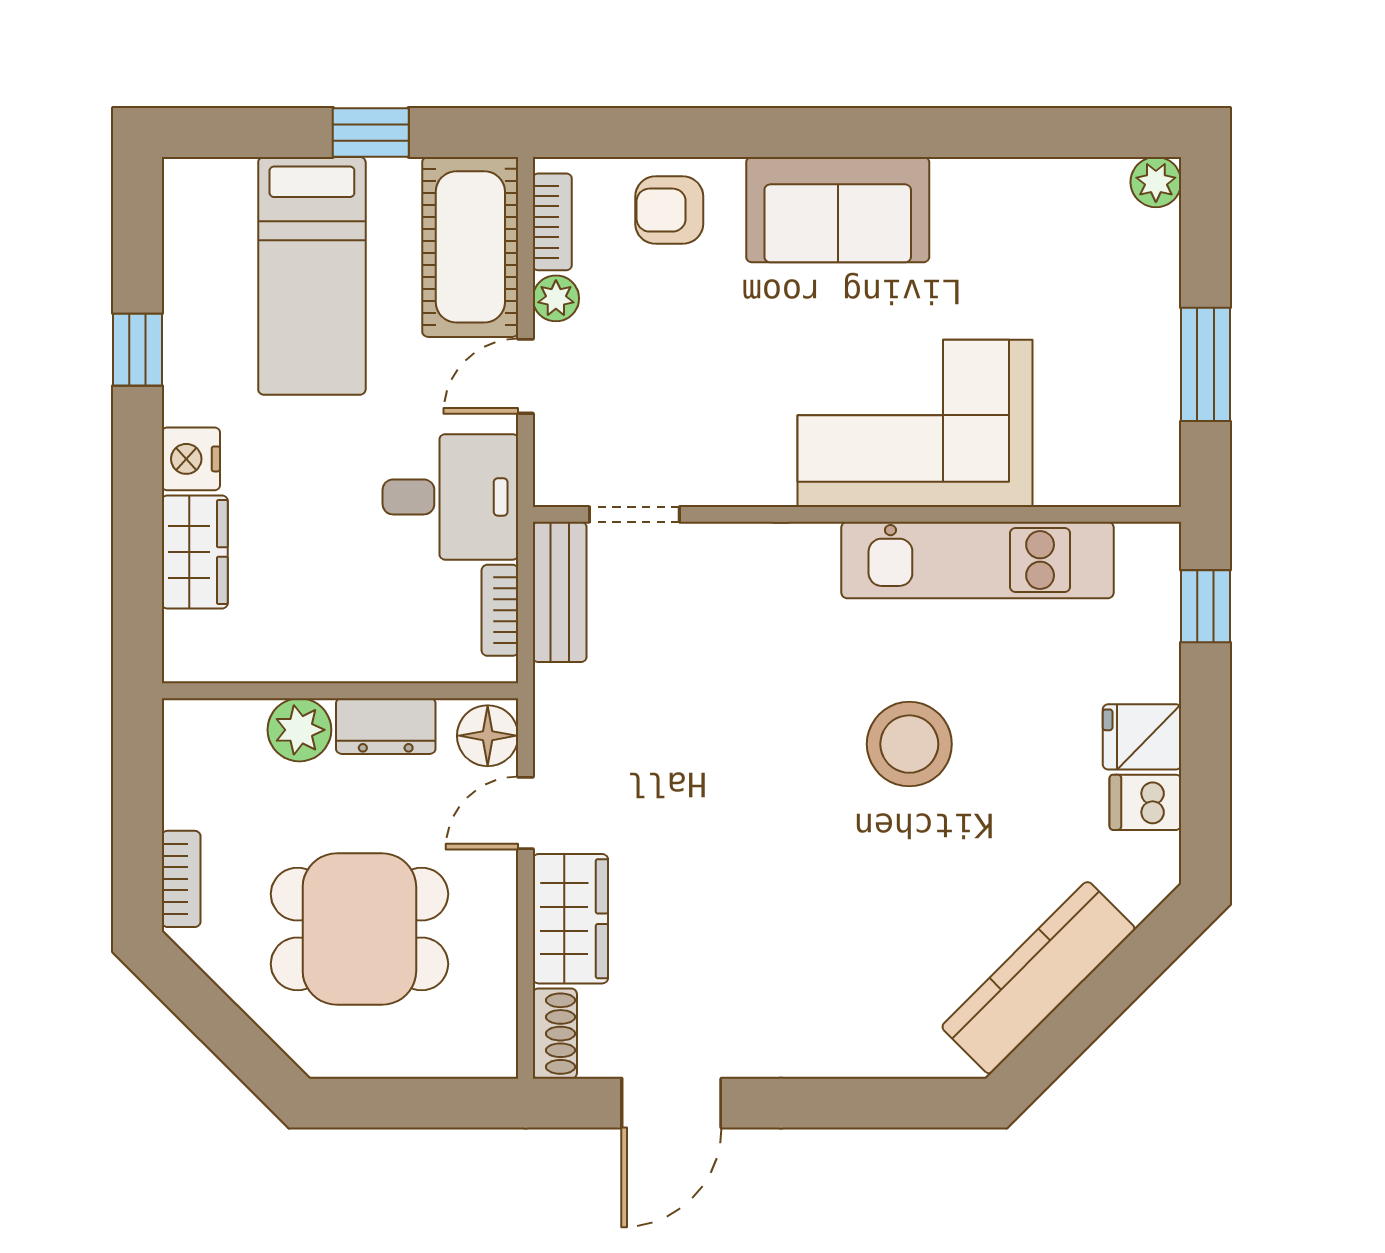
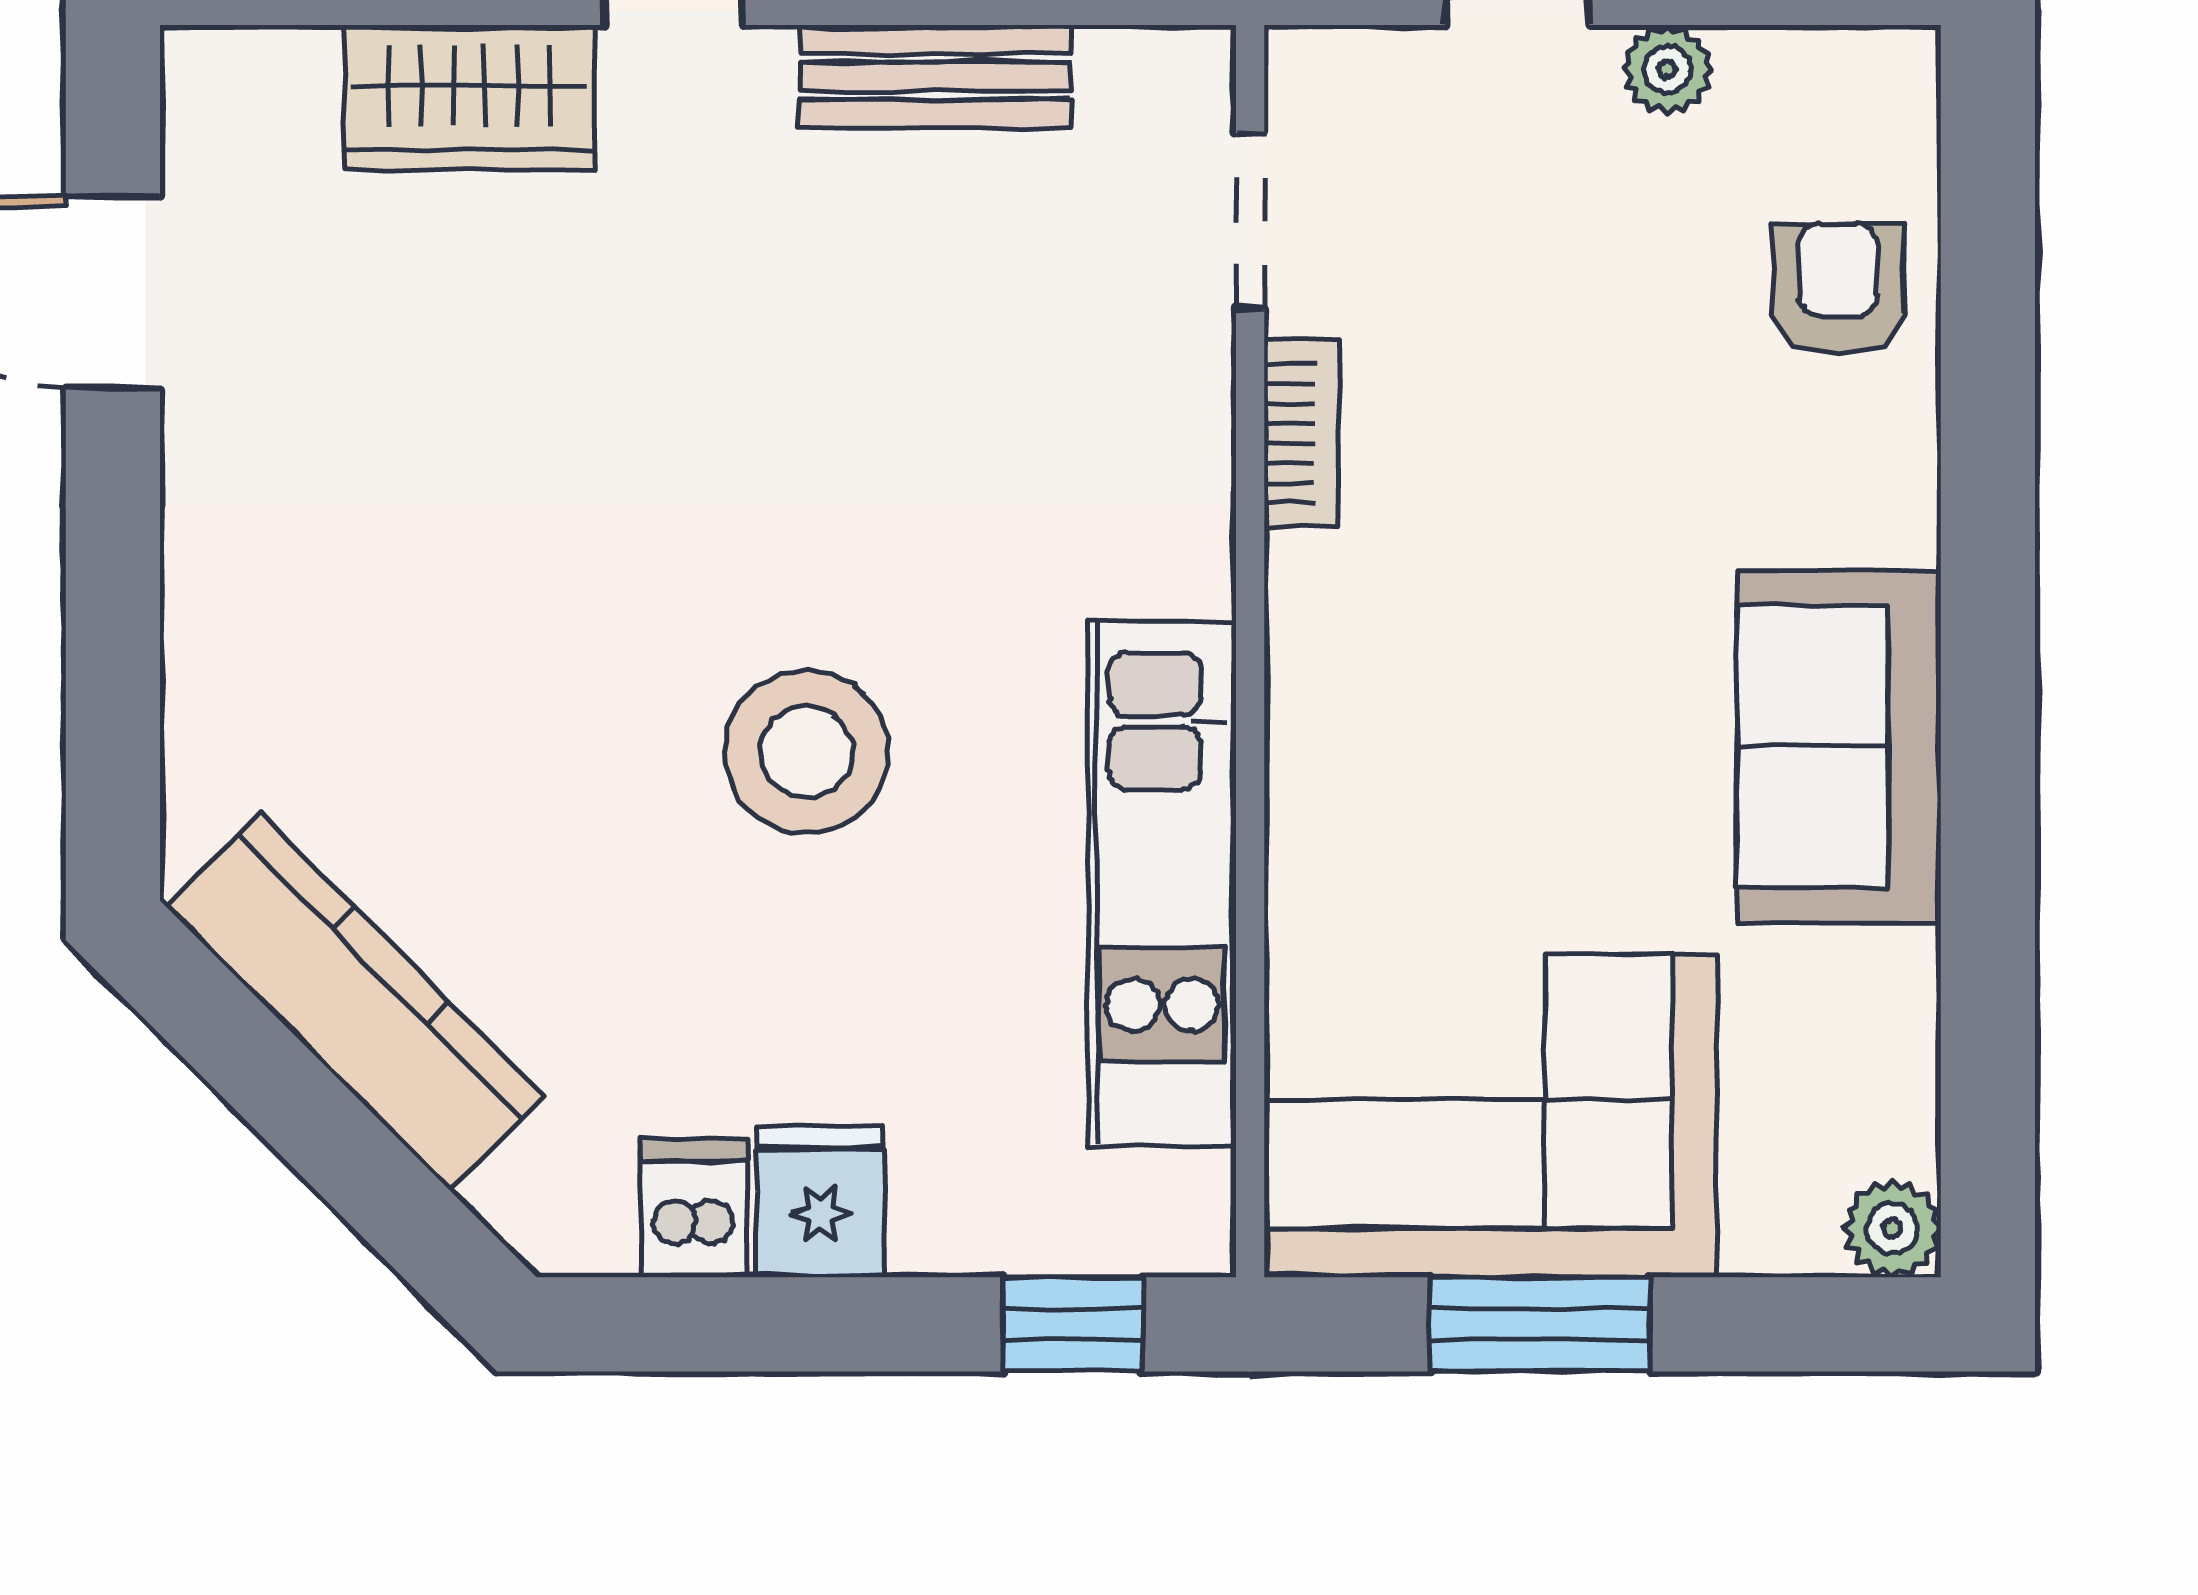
sofa: (838, 210) -> (1839, 746), moved
bookcase: (552, 222) -> (1302, 433), moved, turned -90
corner sofa: (915, 423) -> (1491, 1116), moved, turned -90
bench: (560, 592) -> (935, 77), moved
shoe rack: (555, 1034) -> (247, 67), removed

